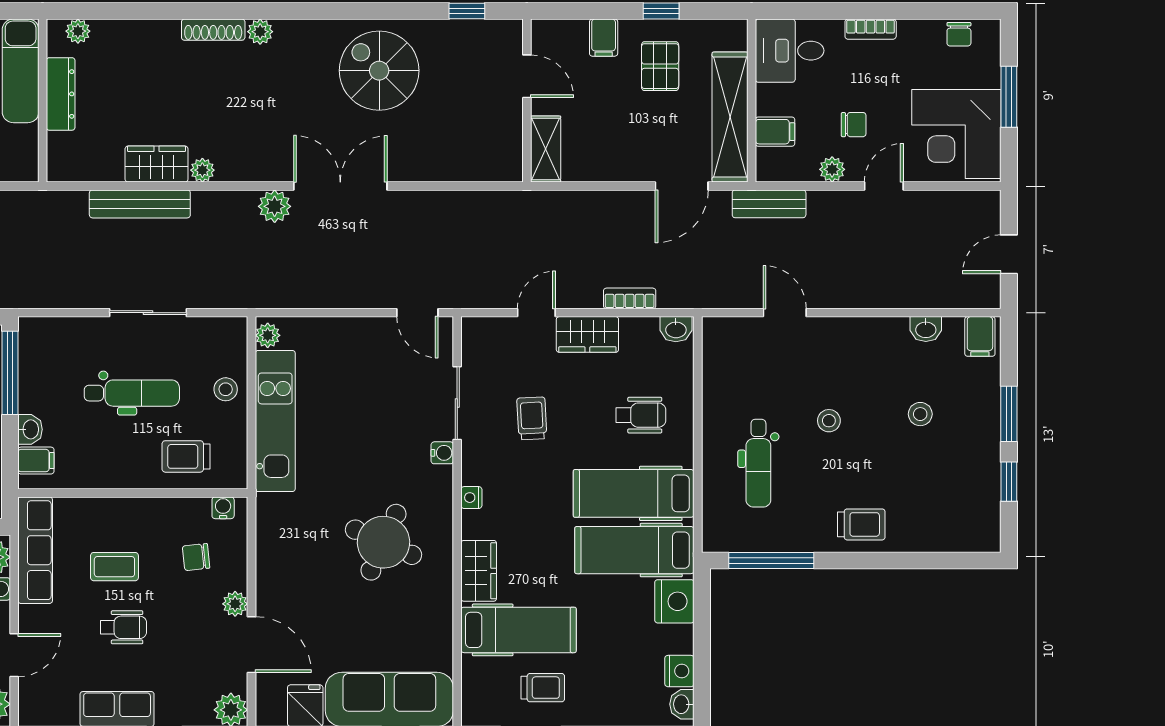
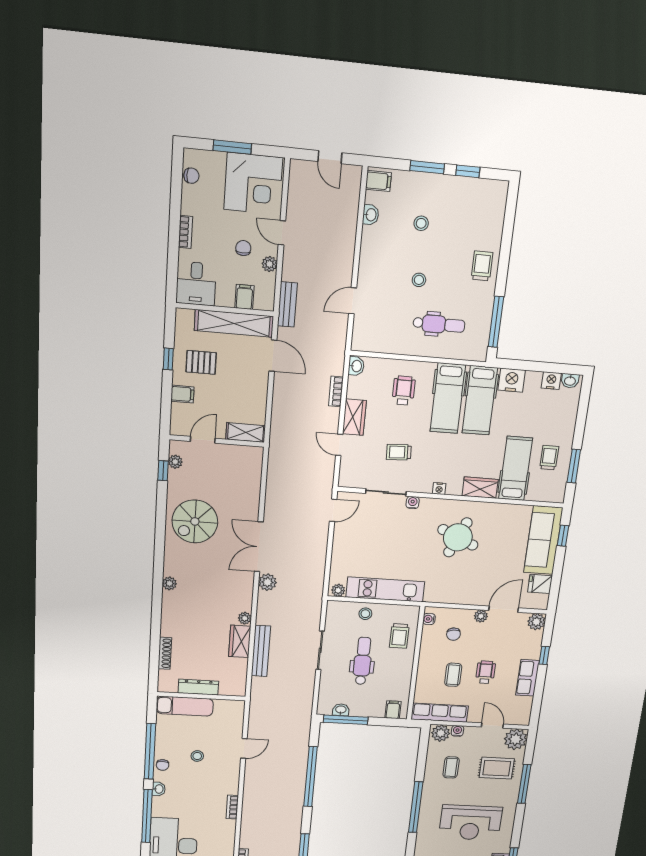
shoe rack: (213, 30) -> (165, 653), moved
plant: (78, 31) -> (175, 462), moved
washbasin: (30, 429) -> (341, 710), moved

